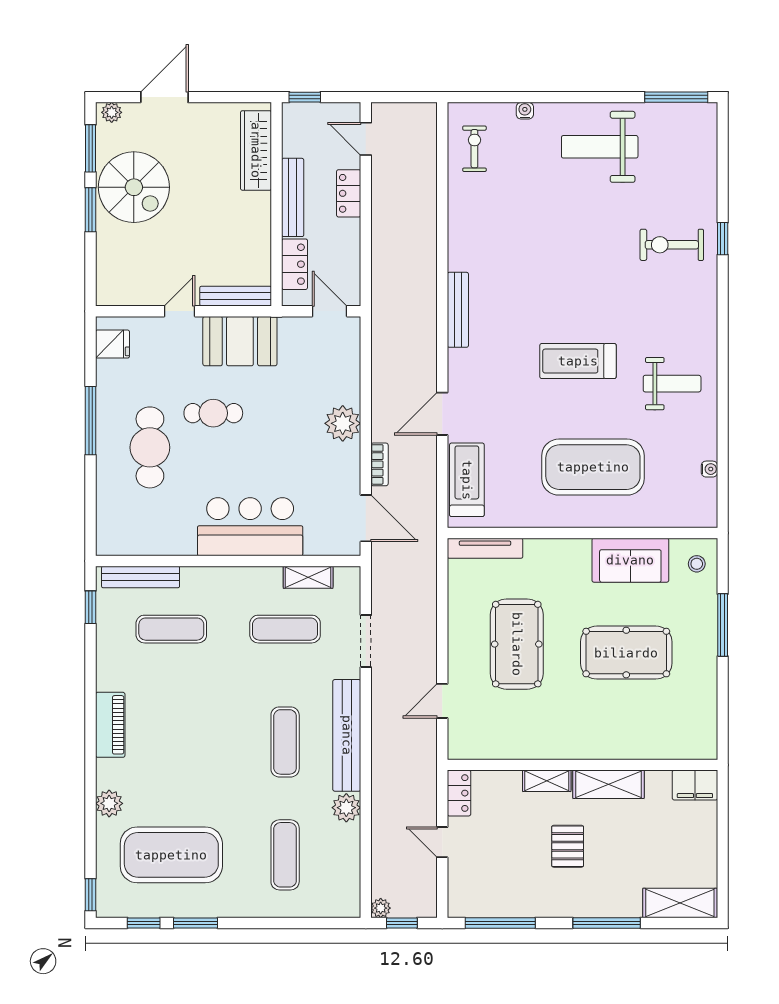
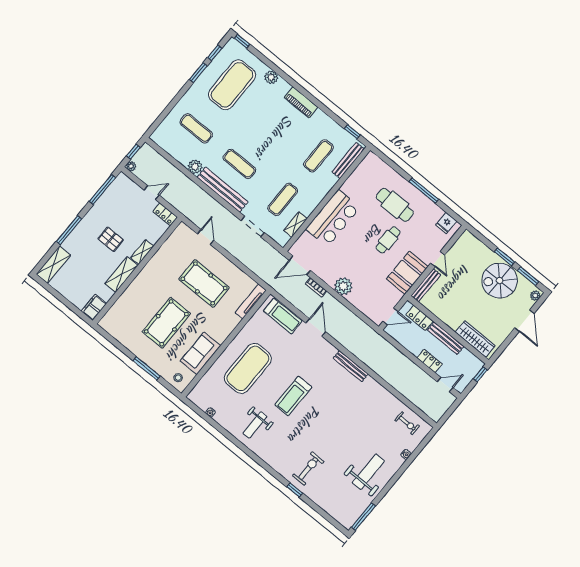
treadmill: (578, 361) -> (293, 396), turned 180
plant: (381, 908) -> (131, 166), moved

